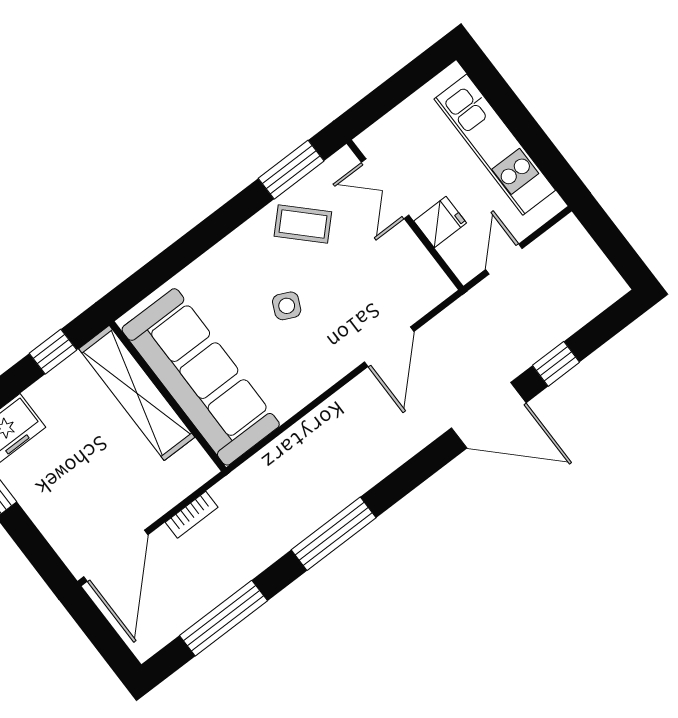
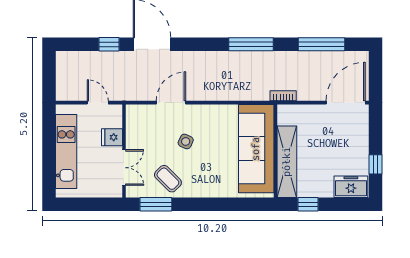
door: (504, 259) -> (98, 103), swing flipped
side table: (287, 306) -> (186, 141), moved
bookcase: (192, 515) -> (283, 96), moved

